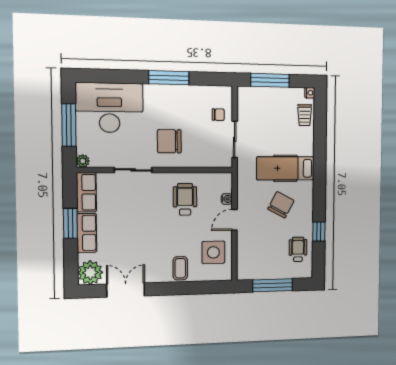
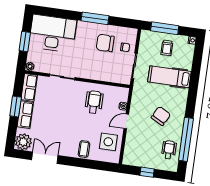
trolley: (305, 115) -> (167, 48), moved
window: (69, 125) -> (25, 41), width x0.69
chair: (169, 141) -> (105, 43), moved
hospital bed: (285, 168) -> (169, 77), moved
window: (319, 232) -> (186, 139), width x3.17
window: (273, 285) -> (147, 172), width x0.46

